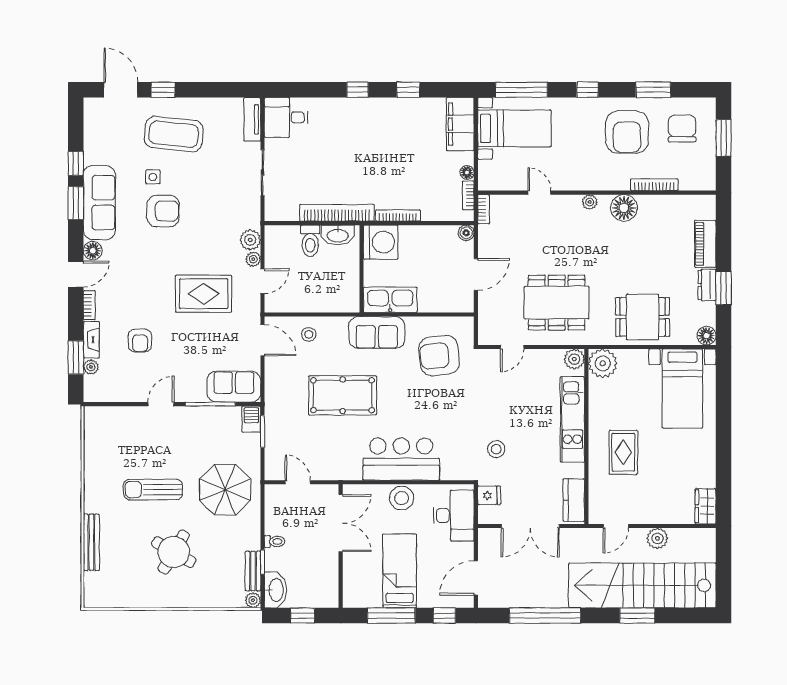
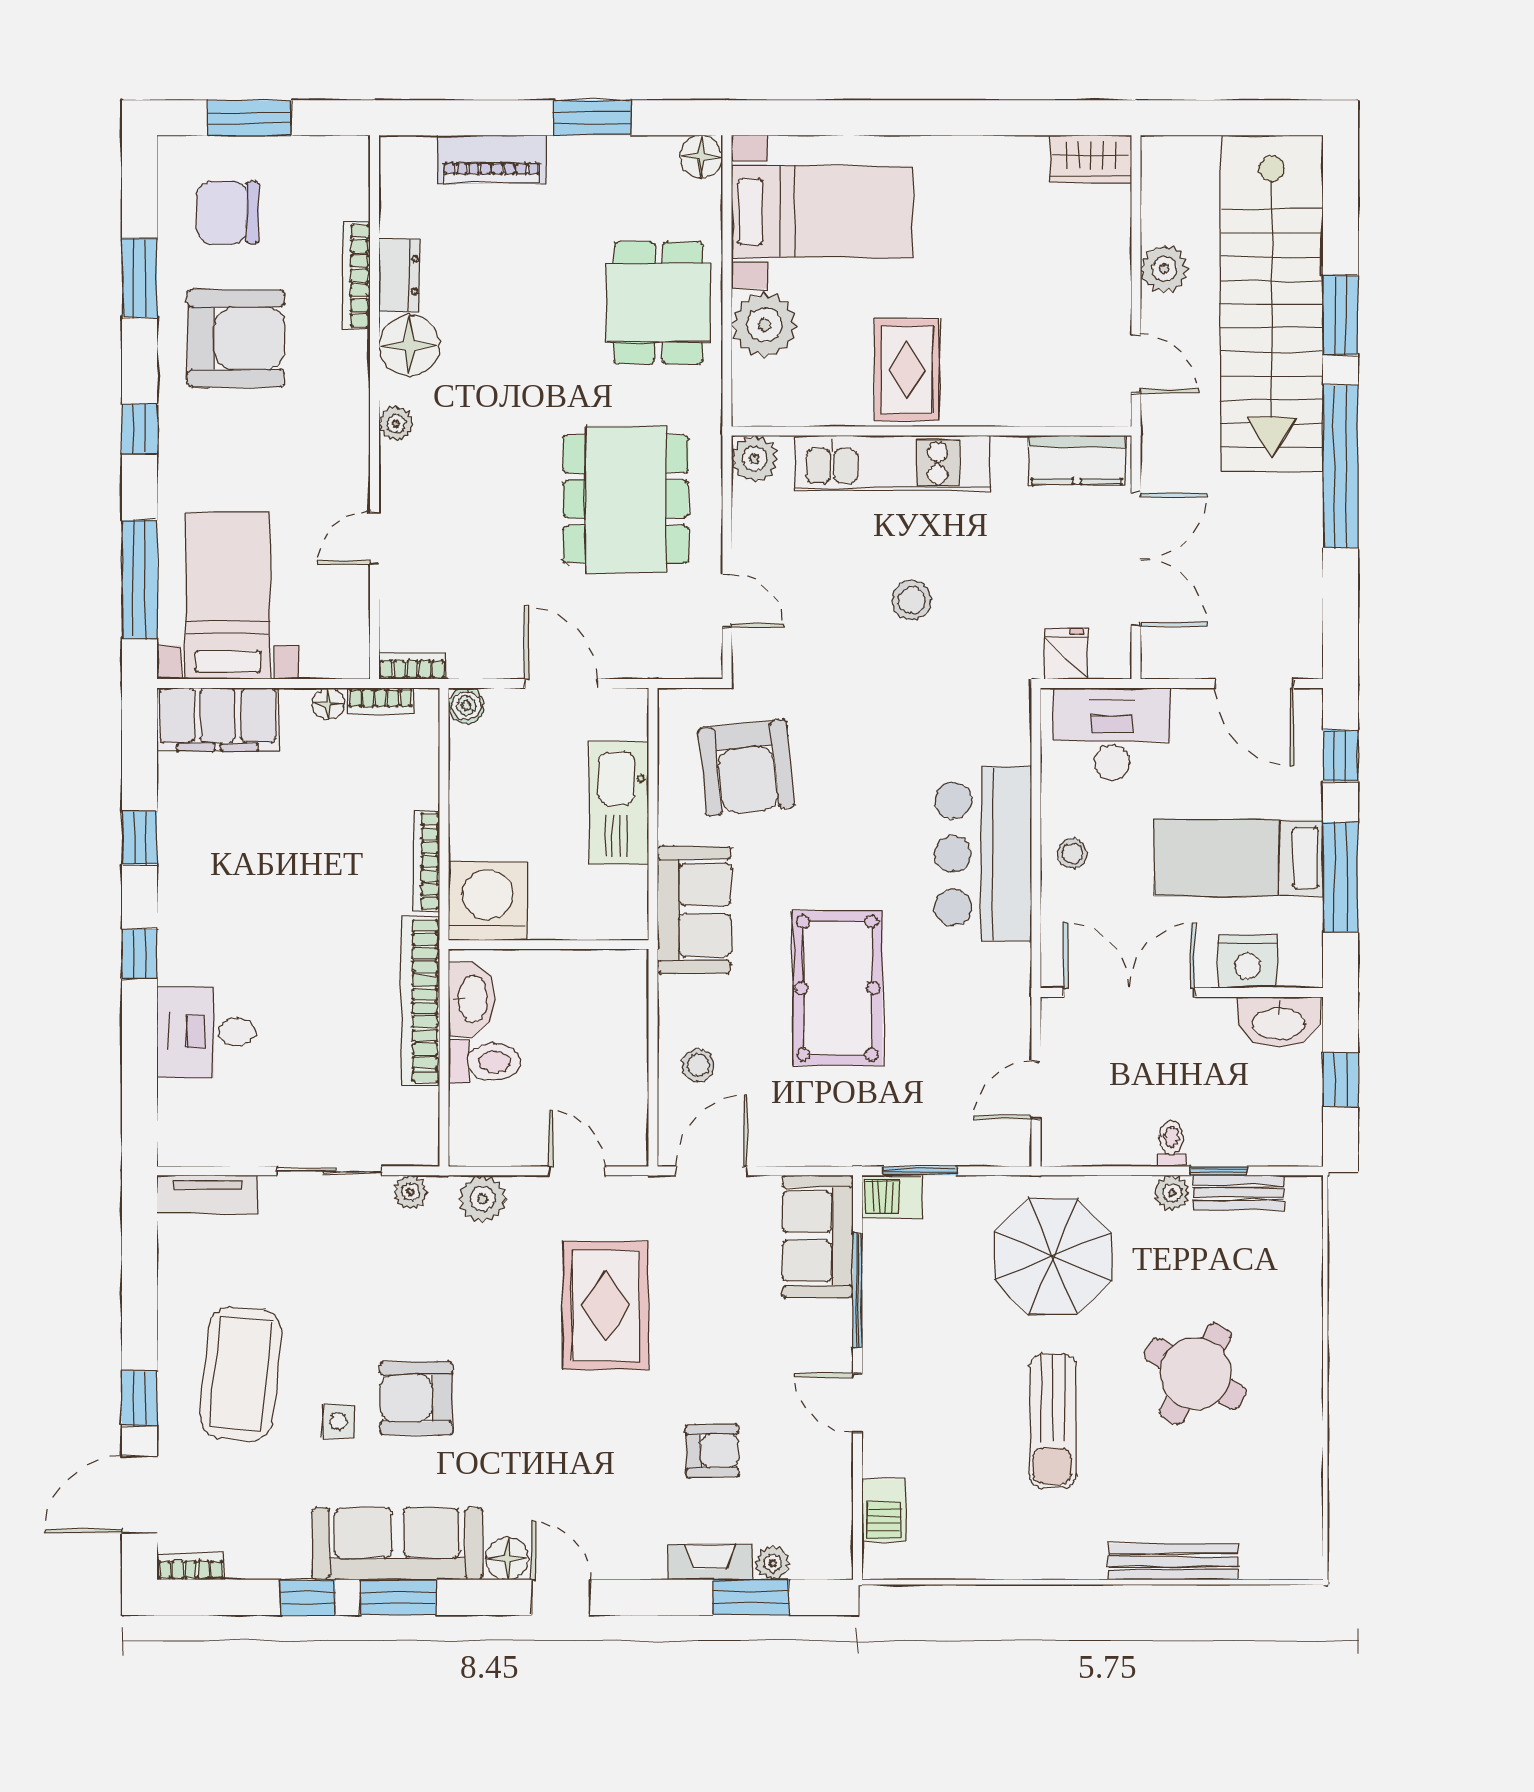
desk: (286, 117) -> (206, 1032), moved, turned 90
armchair: (163, 211) -> (416, 1398), turned -90
plant: (253, 259) -> (411, 1192), moved
dresser: (707, 285) -> (399, 275), moved, turned -90
kitchen sink: (390, 300) -> (619, 803), moved
bookcase: (89, 305) -> (191, 1566), moved
plant: (603, 363) -> (764, 325), moved
barbecue: (114, 416) -> (884, 1511), added
stool: (496, 449) -> (912, 600), moved
rug: (623, 452) -> (907, 370), moved, turned 90
stool: (402, 498) -> (1072, 853), width x0.53, depth x0.53
nightstand: (354, 575) -> (1248, 961), added
washbasin: (275, 590) -> (1279, 1022), moved, turned 180
plant: (253, 600) -> (1172, 1193), moved
window: (545, 616) -> (1341, 466), moved

